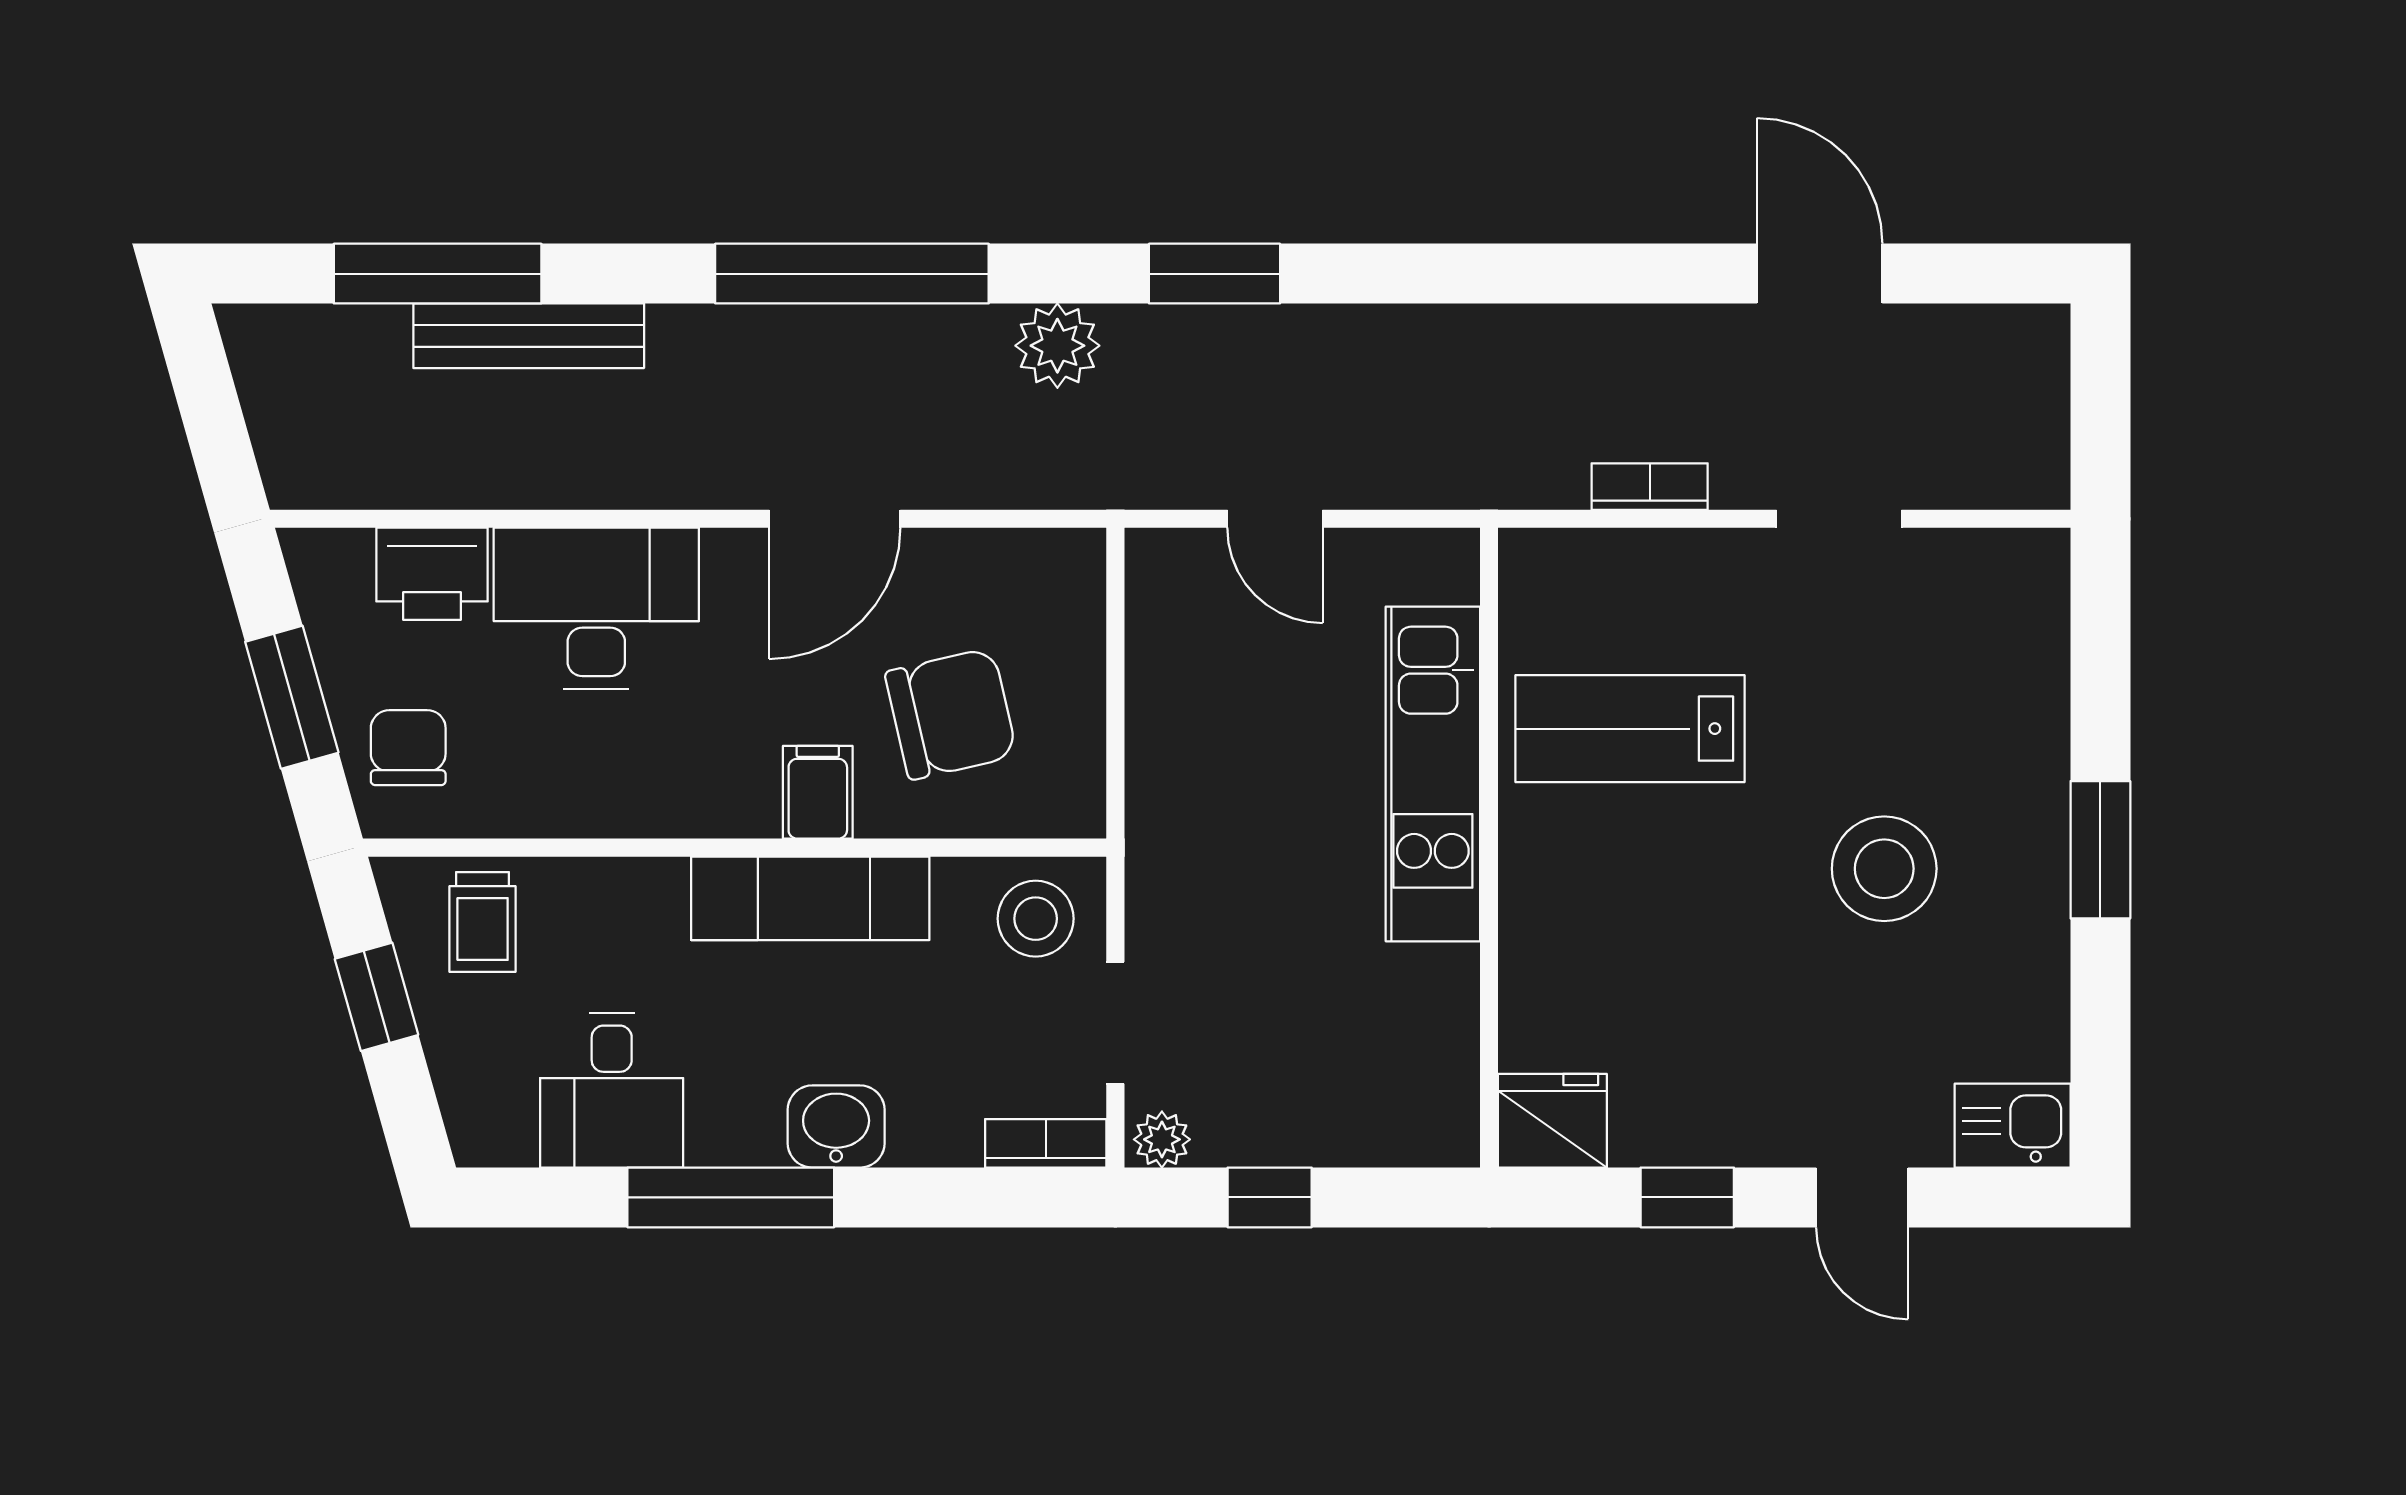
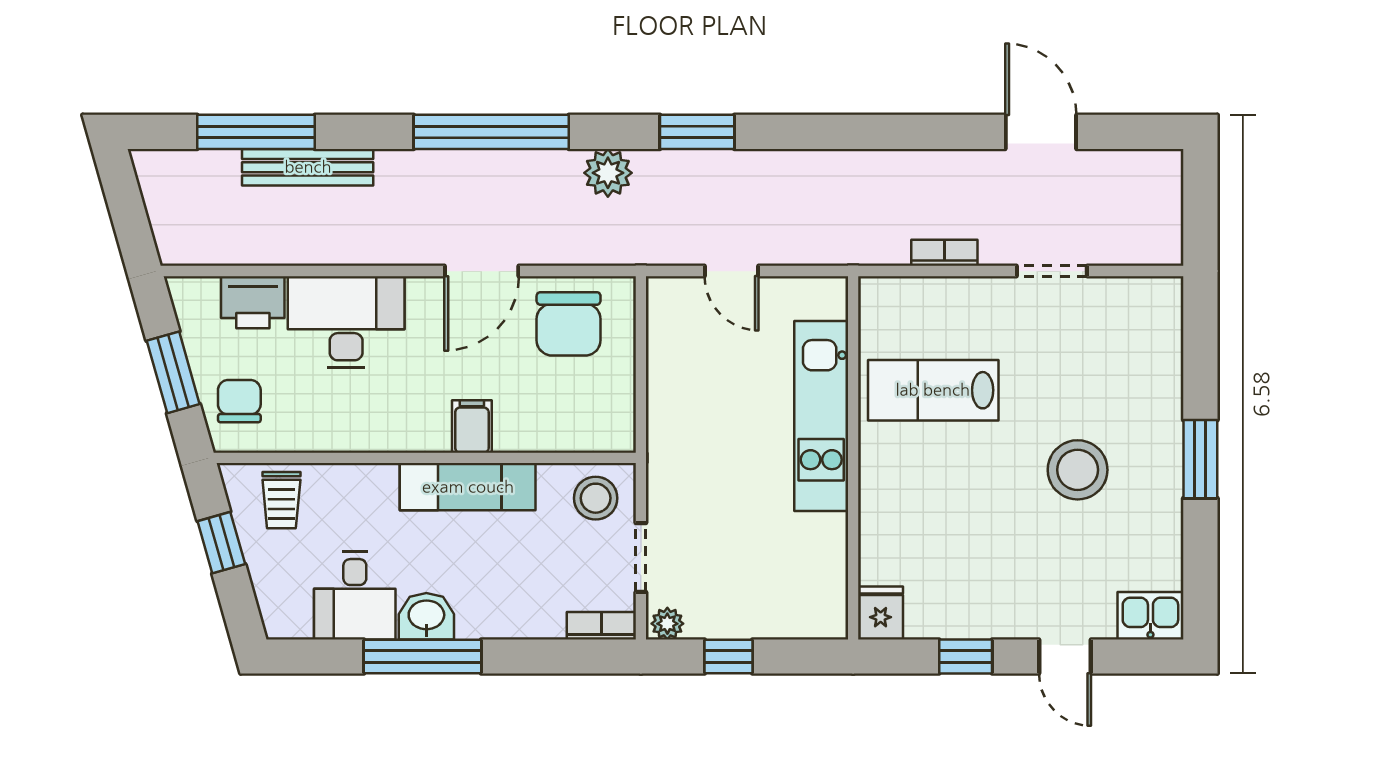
chair: (951, 714) -> (569, 324), moved, turned 103
fridge: (1552, 1121) -> (881, 613), width x0.72
washbasin: (836, 1126) -> (426, 616), moved

